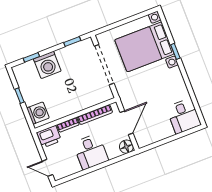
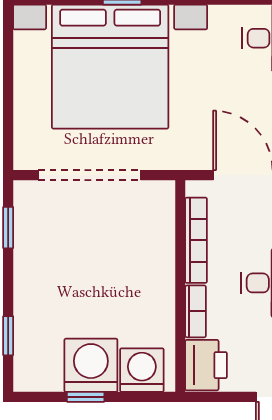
bed with nightstands: (144, 47) -> (110, 67), width x1.36
washing machine: (47, 65) -> (91, 365), moved, turned -90

